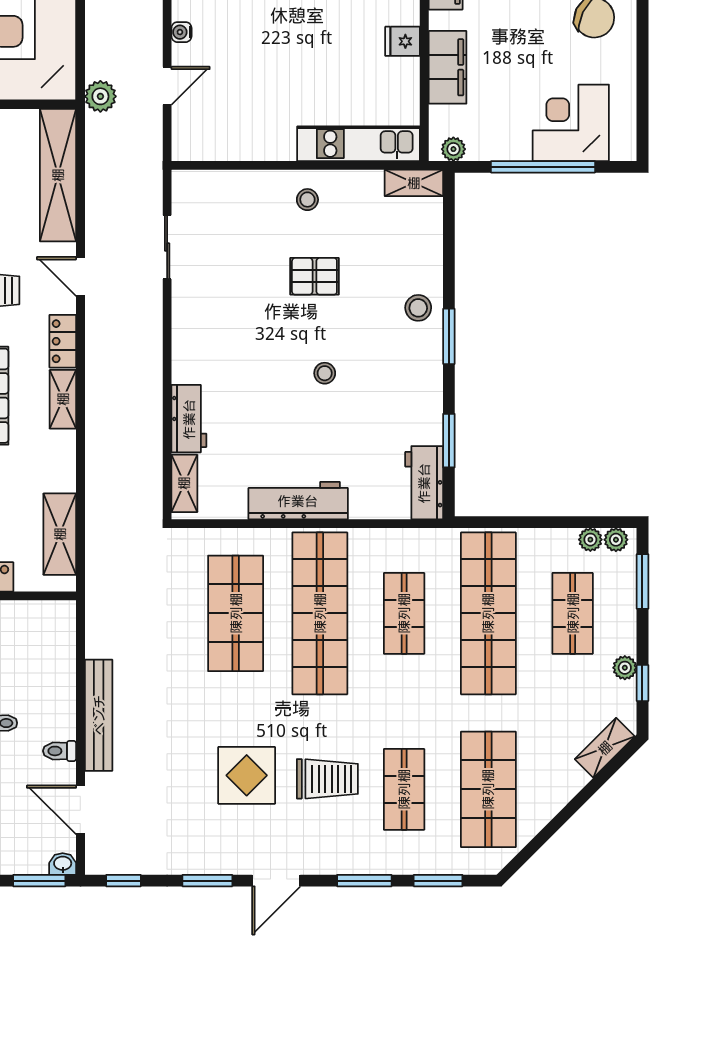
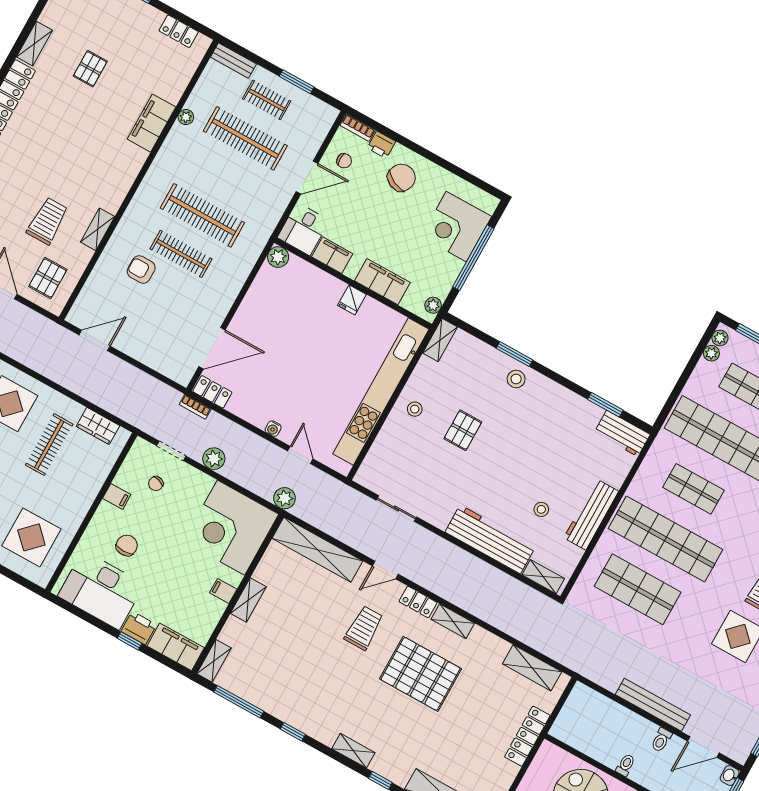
kitchen unit: (359, 144) -> (381, 392), width x1.86
window: (449, 336) -> (514, 354), moved
stool: (325, 373) -> (541, 509), moved
workbench: (189, 419) -> (490, 539), width x1.88, depth x1.32

